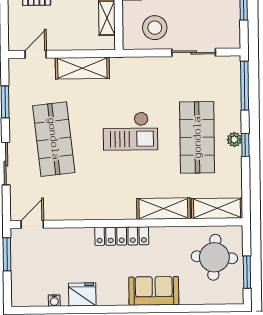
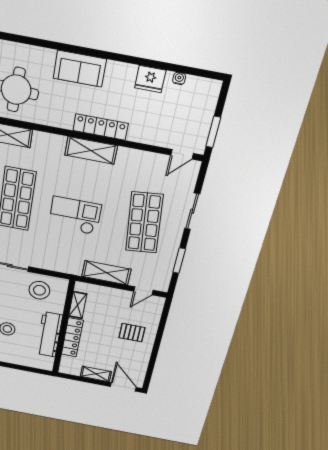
shelving: (163, 209) -> (91, 150), moved

